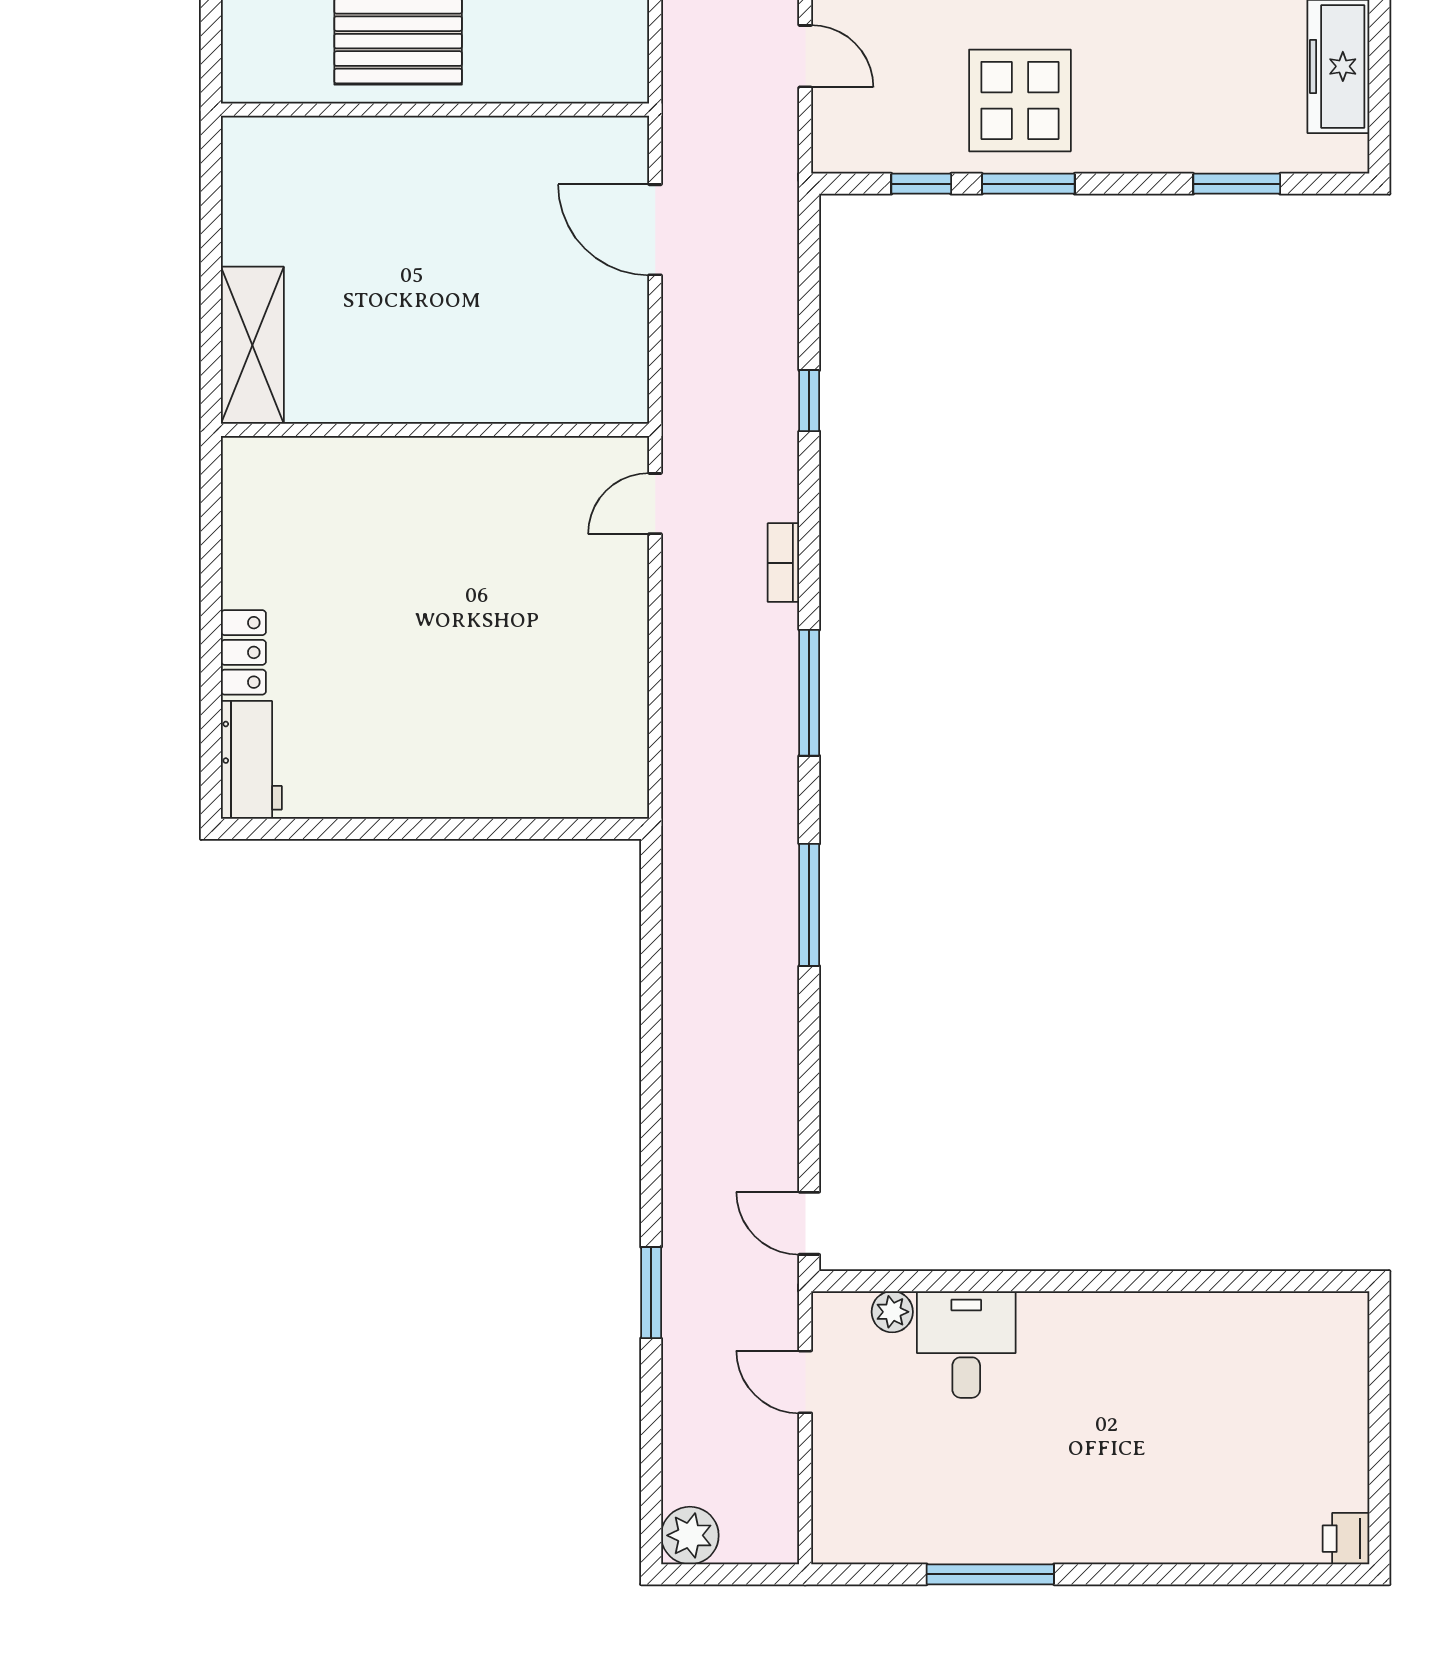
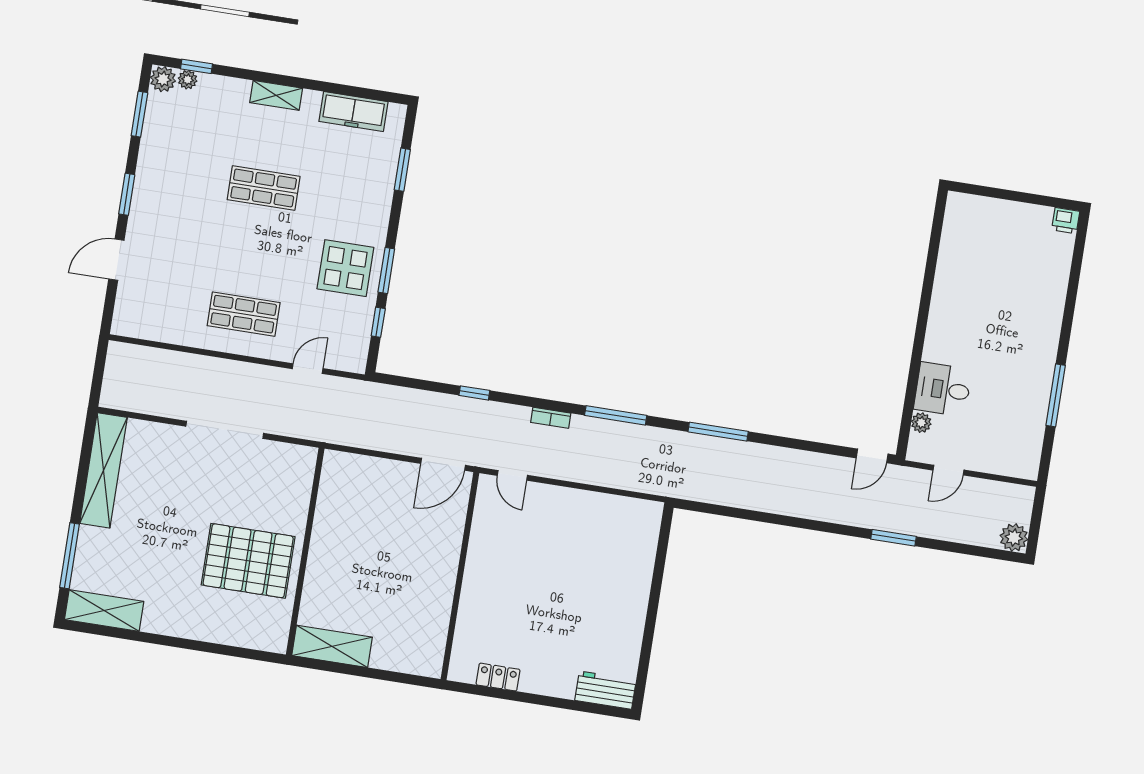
door: (655, 230) -> (443, 464), moved
shelving: (252, 345) -> (332, 646), moved
locker: (243, 652) -> (498, 677), moved

